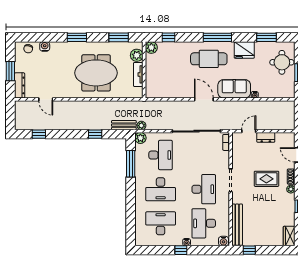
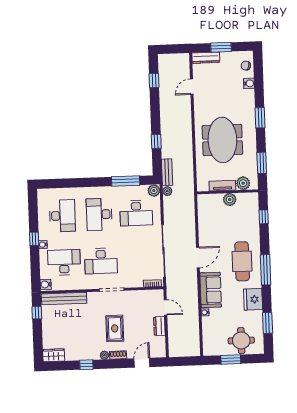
plant: (151, 48) -> (230, 200), moved

